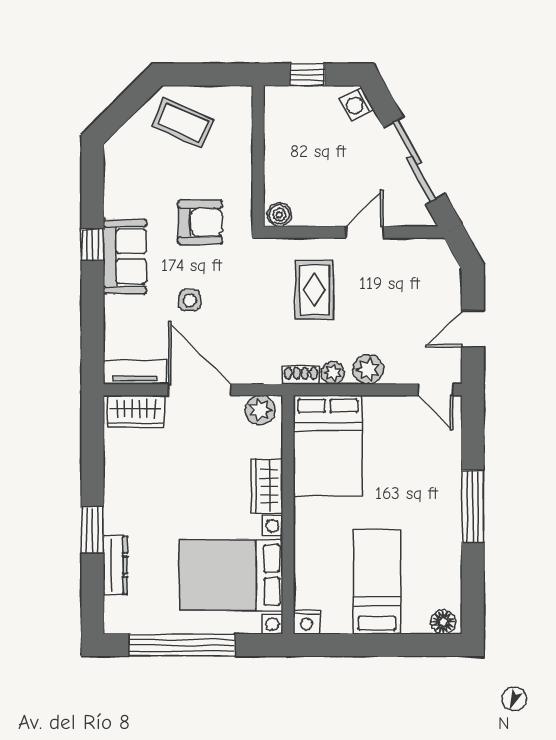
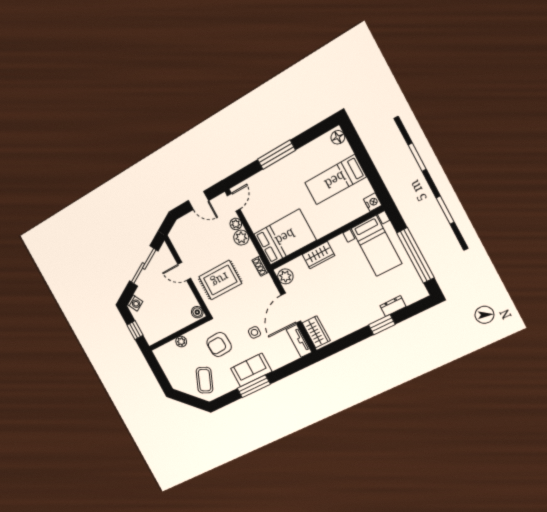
coffee table: (183, 123) -> (205, 380), moved
plant: (241, 153) -> (181, 342), added
armchair: (200, 222) -> (219, 345), turned -93
window: (92, 244) -> (254, 386), width x2.17
rug: (314, 290) -> (220, 280), width x1.36, depth x1.43
plant: (333, 373) -> (236, 224), moved
dresser: (115, 565) -> (393, 306), width x0.70
bed with nightstands: (231, 575) -> (376, 246), width x0.73

